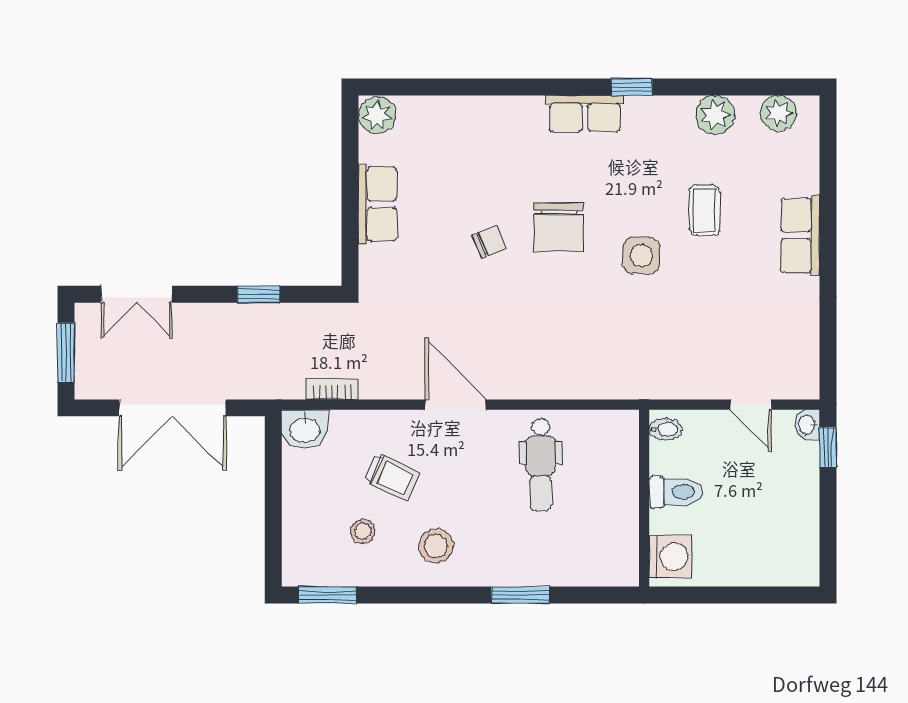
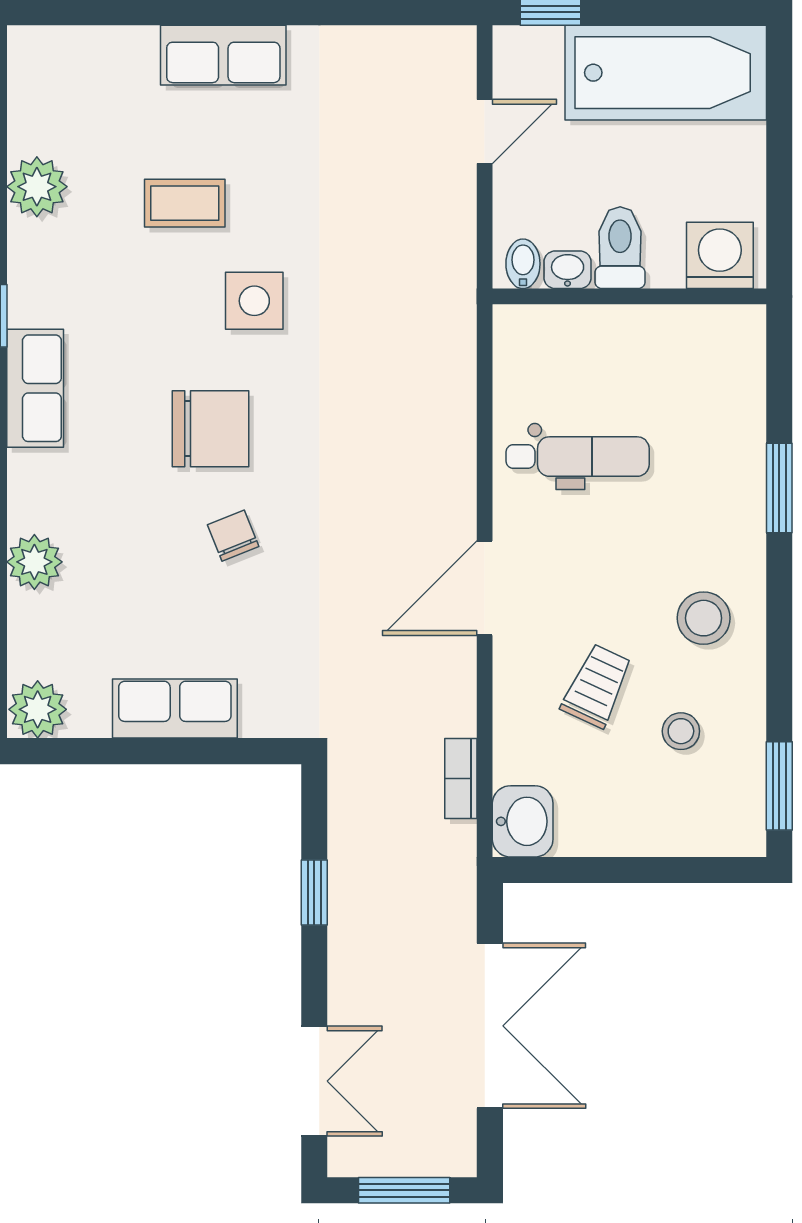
plant: (779, 113) -> (34, 562), moved
washbasin: (807, 425) -> (568, 270), moved, turned 180
bathtub: (789, 522) -> (666, 73), added

